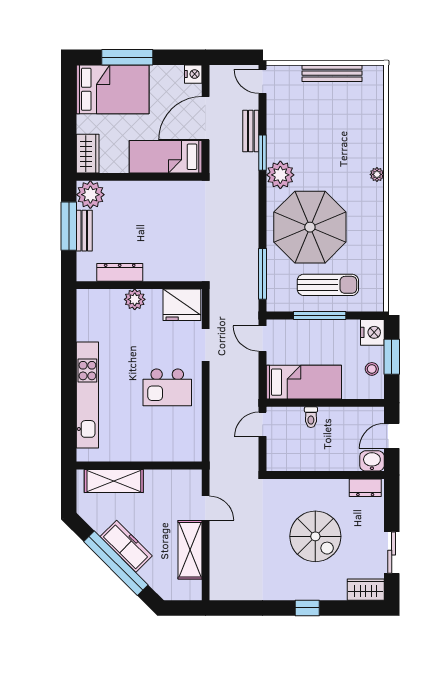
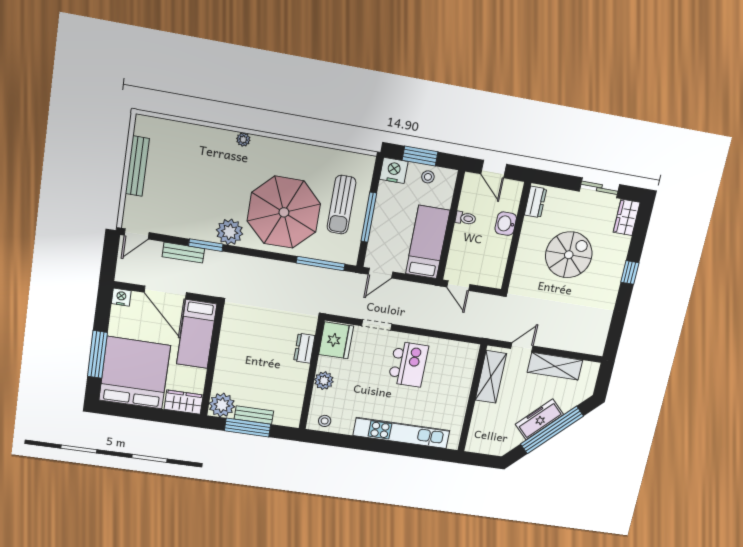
bed: (113, 89) -> (135, 373), width x1.36
dresser: (120, 272) -> (304, 348), moved, width x0.70
sun lounger: (328, 285) -> (341, 205), turned 180
stool: (89, 308) -> (325, 421), added
toilet: (311, 417) -> (466, 218), moved
washbasin: (372, 461) -> (506, 224), moved
shelving: (114, 481) -> (491, 377), moved

